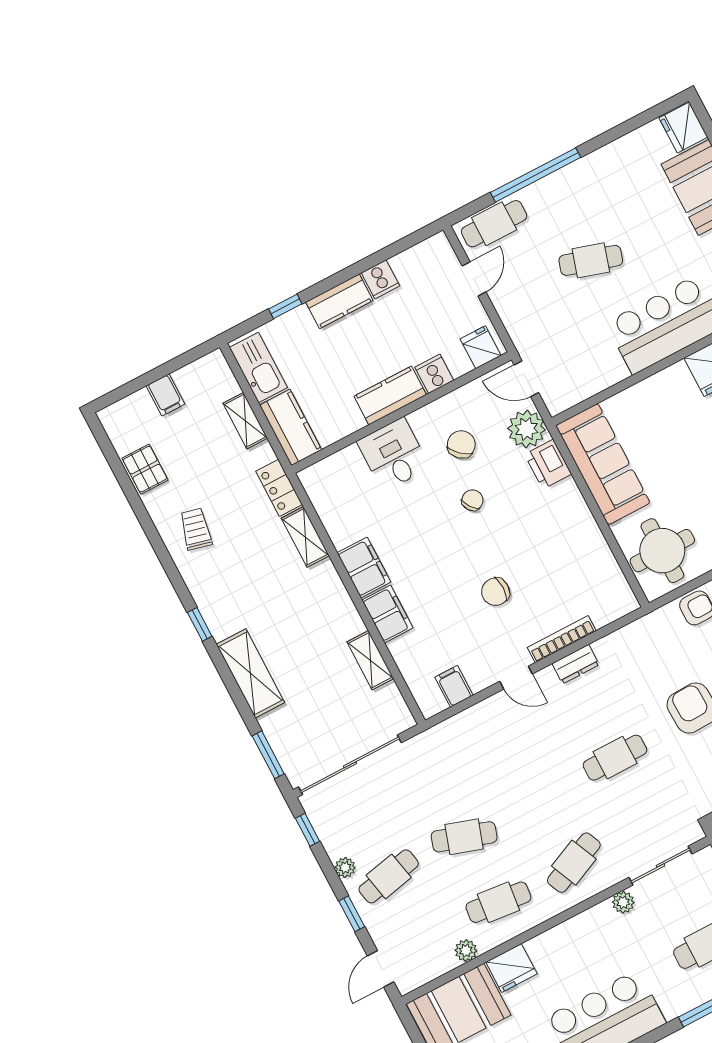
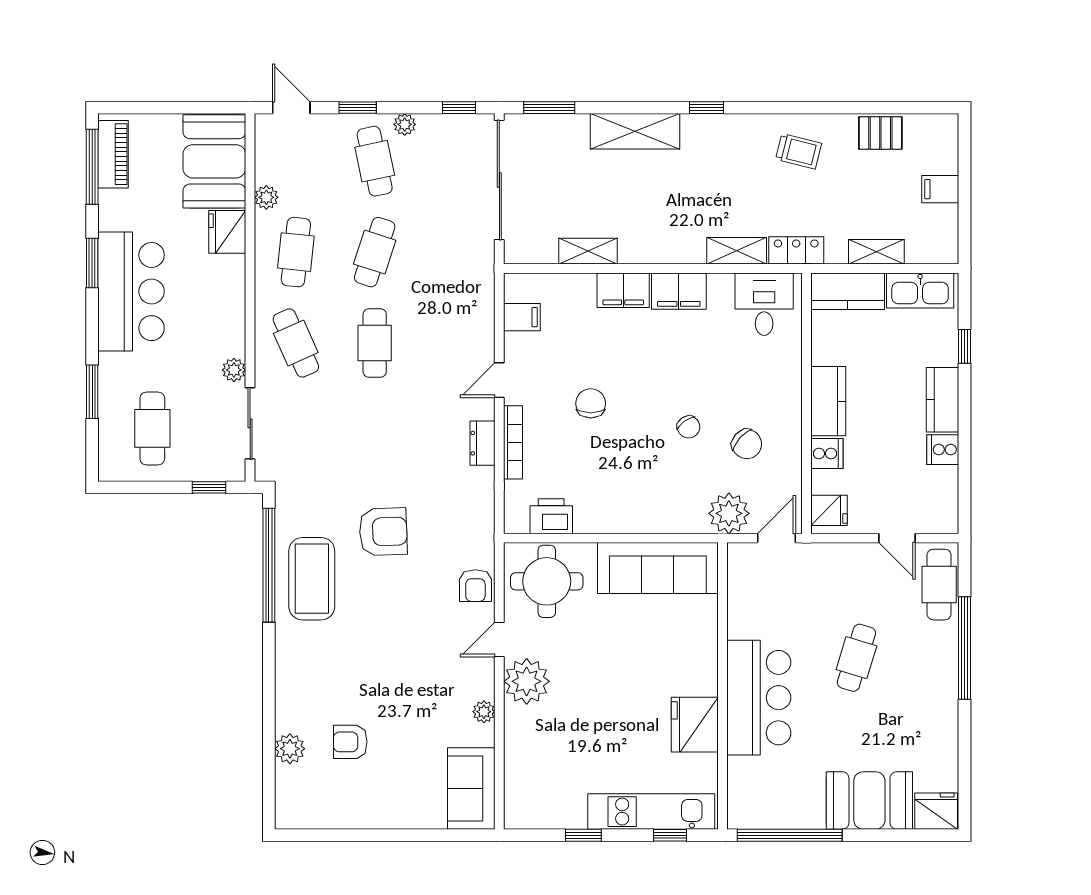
desk: (393, 454) -> (764, 304), moved, turned -90
printer: (548, 464) -> (551, 516), moved
cafe table: (615, 758) -> (375, 343), moved

